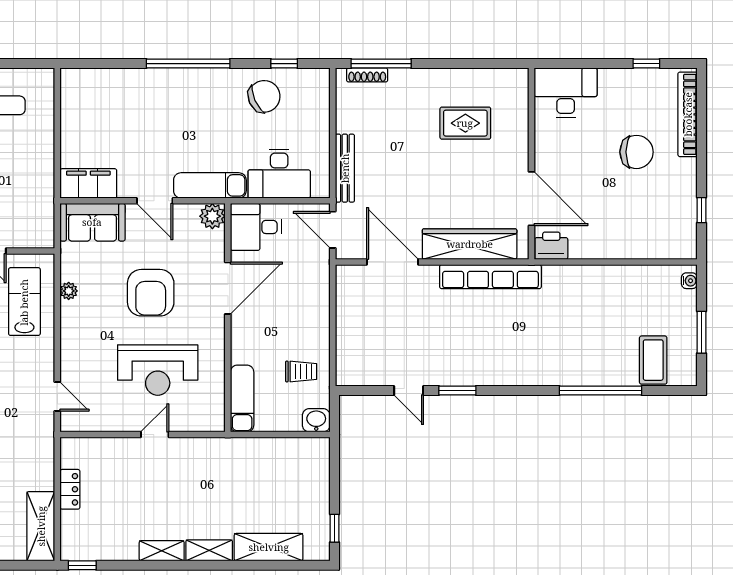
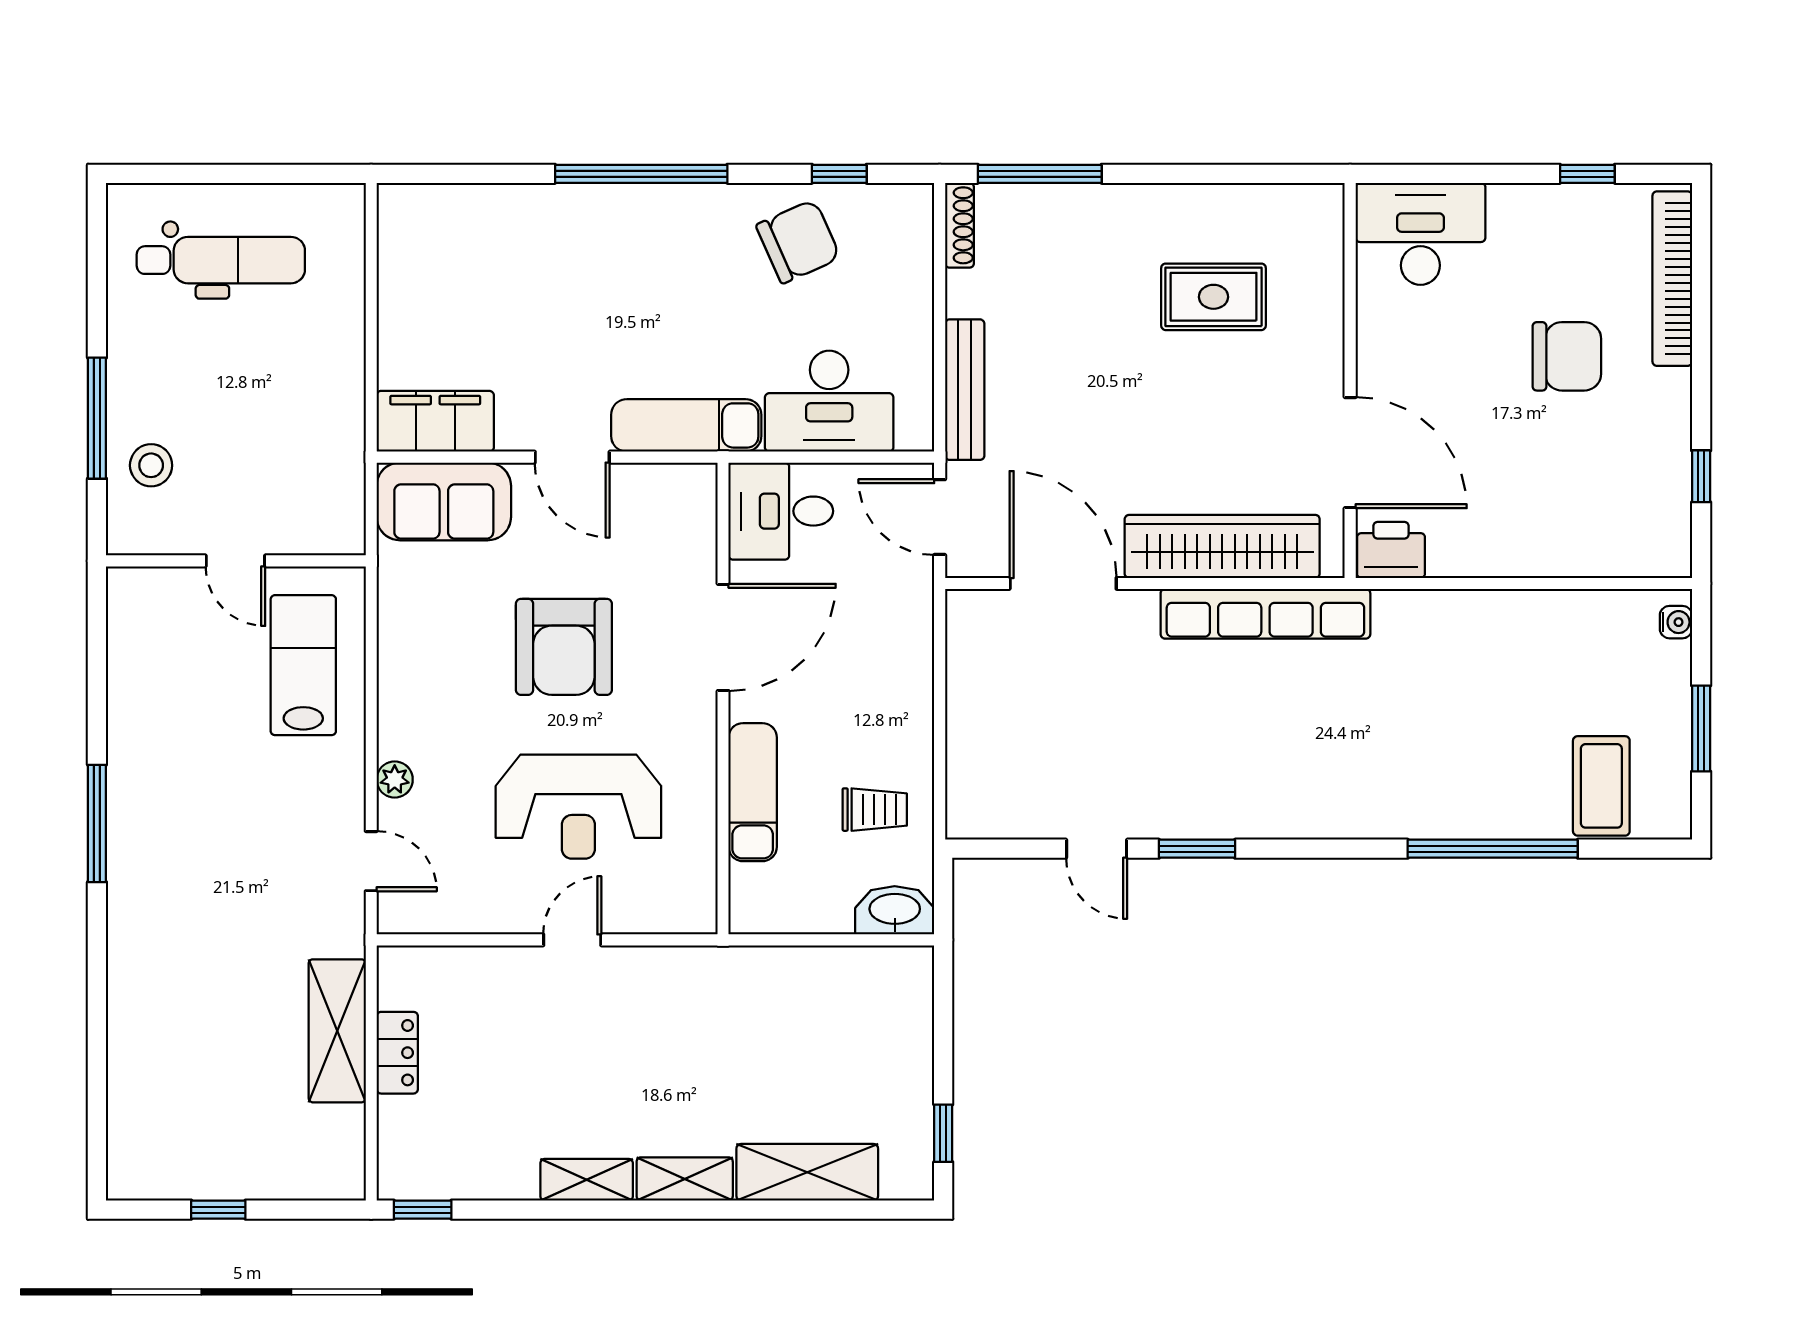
shoe rack: (367, 75) -> (959, 225), moved, turned -90
plant: (212, 216) -> (691, 489), removed
plant: (69, 291) -> (395, 779), moved
exam couch: (242, 399) -> (753, 792), moved
washbasin: (316, 420) -> (895, 910), width x1.38
shelving: (41, 526) -> (337, 1031), moved

